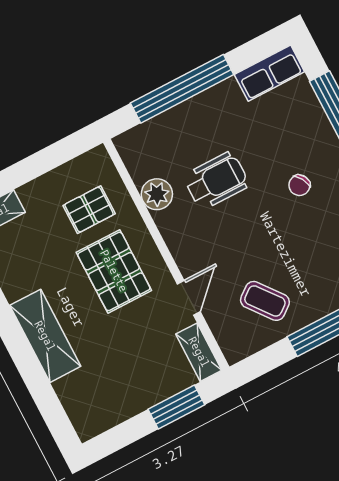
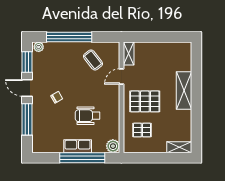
row of seats: (269, 73) -> (78, 146), moved
plant: (157, 194) -> (113, 146), moved
pallet: (114, 271) -> (145, 101), turned 90
window: (176, 407) -> (148, 37), removed

